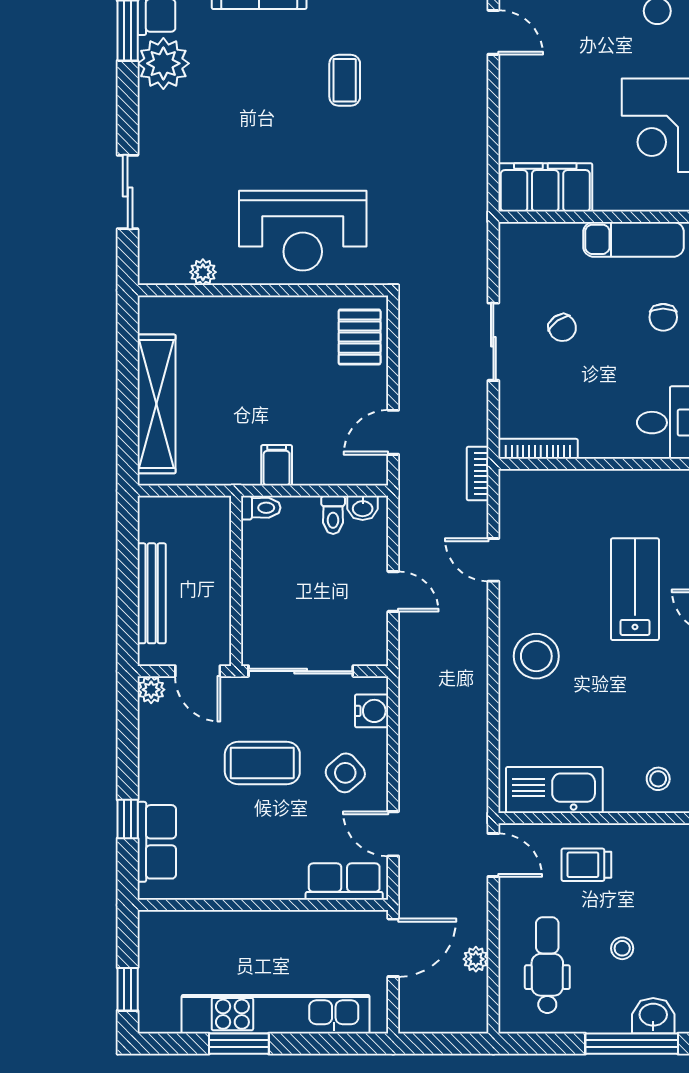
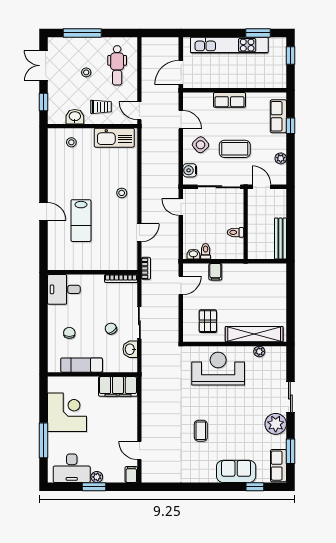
plant: (163, 63) -> (276, 424), moved
sliding door: (128, 192) -> (290, 397), moved
washbasin: (516, 278) -> (130, 349), added
pallet: (360, 337) -> (208, 321), moved
shelving: (157, 404) -> (254, 334), moved, turned 90
filing cabinet: (277, 465) -> (215, 272), moved
toilet: (261, 508) -> (235, 232), moved
door: (493, 560) -> (139, 233), hinge flipped
door: (393, 592) -> (181, 207), moved
bench: (152, 593) -> (280, 239), moved
stool: (536, 656) -> (122, 193), width x0.53, depth x0.53
plant: (151, 690) -> (281, 158), moved
row of seats: (344, 882) -> (229, 100), moved
plant: (476, 959) -> (147, 68), removed
washbasin: (653, 1016) -> (75, 117), moved, turned 180
window: (239, 1044) -> (258, 33), moved

